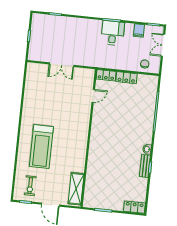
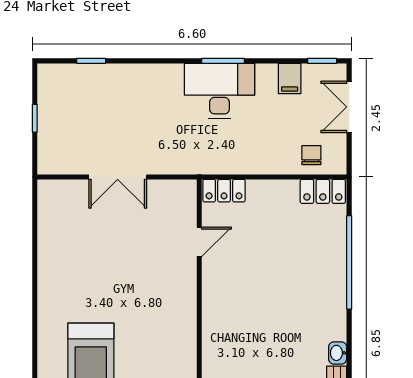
desk: (113, 33) -> (219, 91), width x1.37
locker: (126, 78) -> (323, 191), moved

